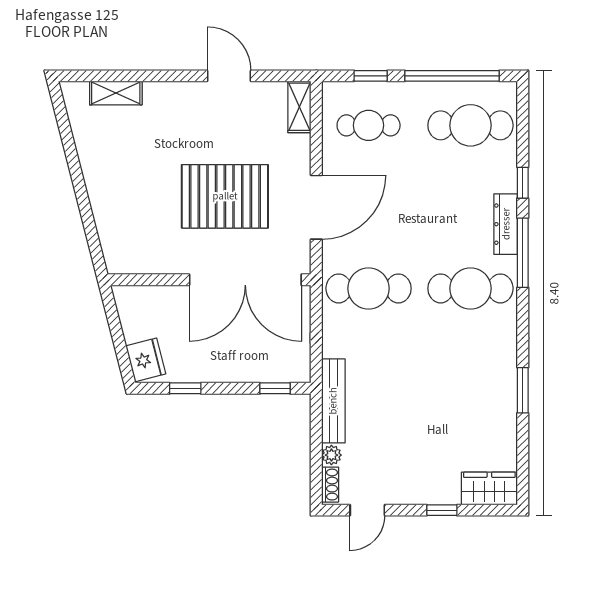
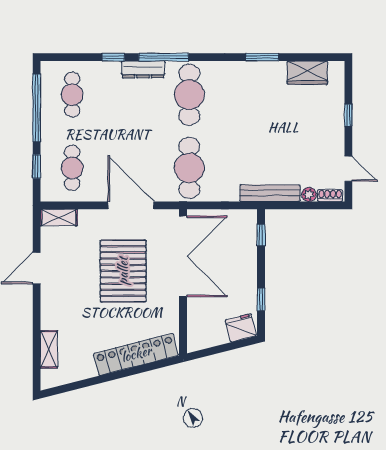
cafe table: (470, 125) -> (72, 95), width x0.73, depth x0.74
locker: (109, 214) -> (136, 354), added
wardrobe: (489, 488) -> (307, 73), moved, turned -90

